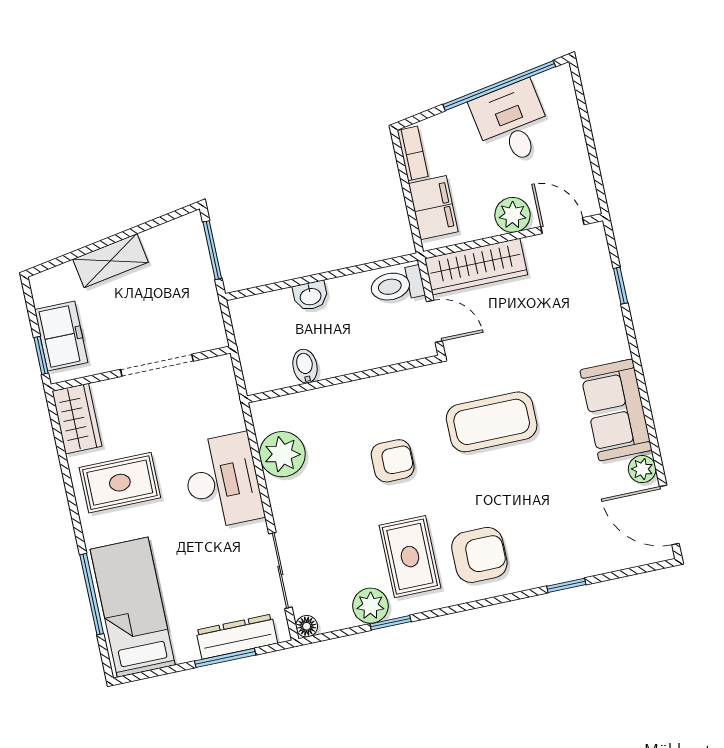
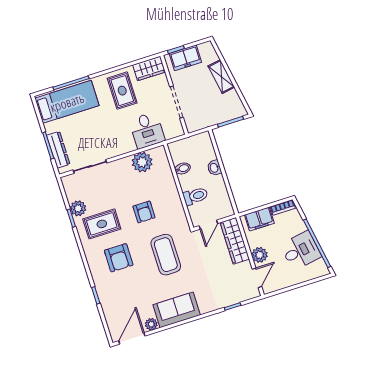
toilet: (397, 285) -> (195, 196), moved, turned 90
desk: (222, 481) -> (147, 130), moved, width x0.73
armchair: (479, 555) -> (119, 258), moved
floor lamp: (307, 626) -> (66, 181), removed

